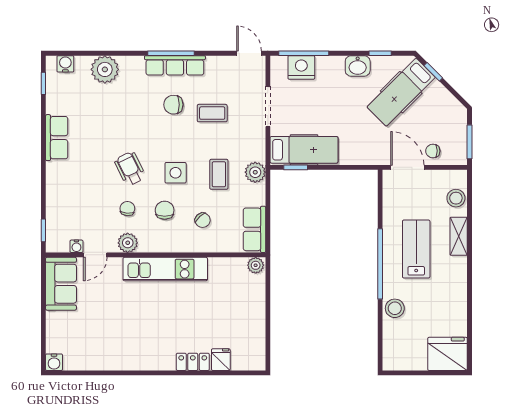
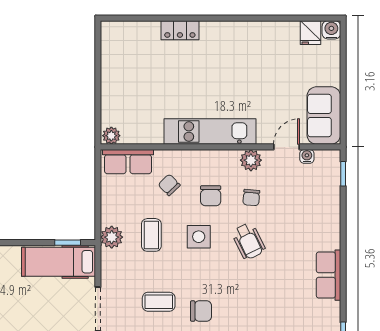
row of seats: (254, 229) -> (128, 162), moved, turned 90
fridge: (221, 360) -> (310, 33), moved

